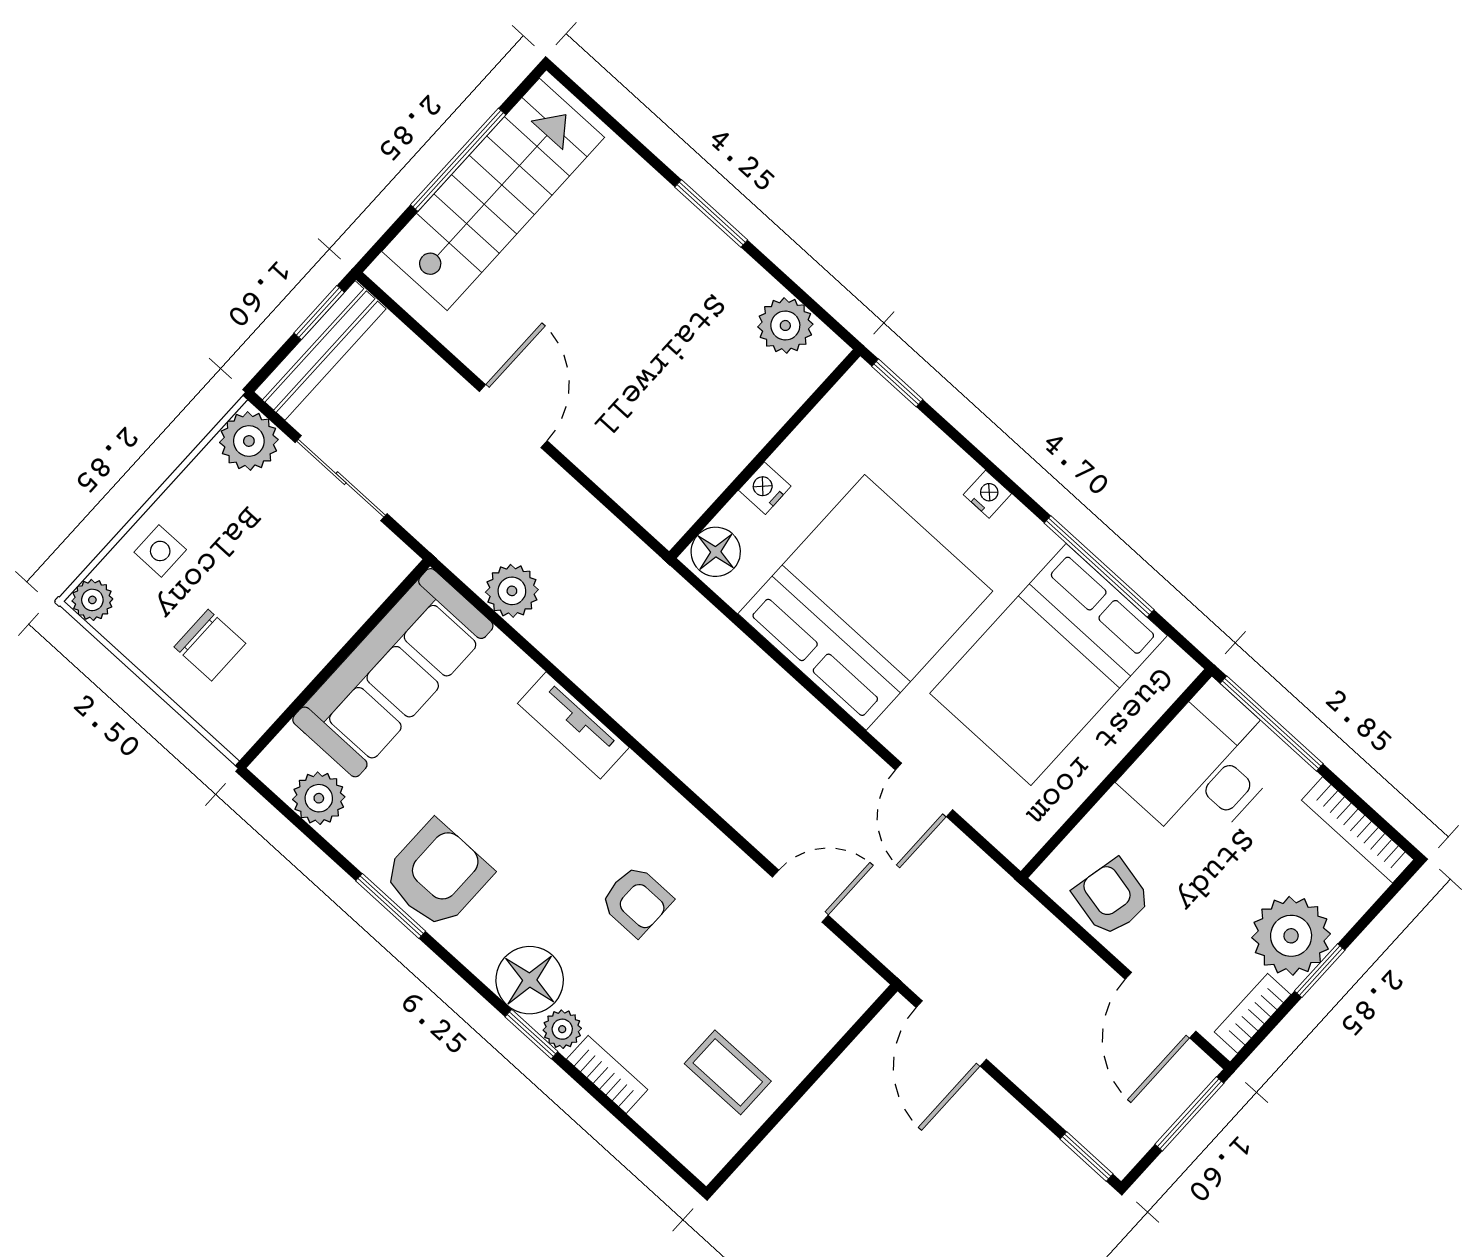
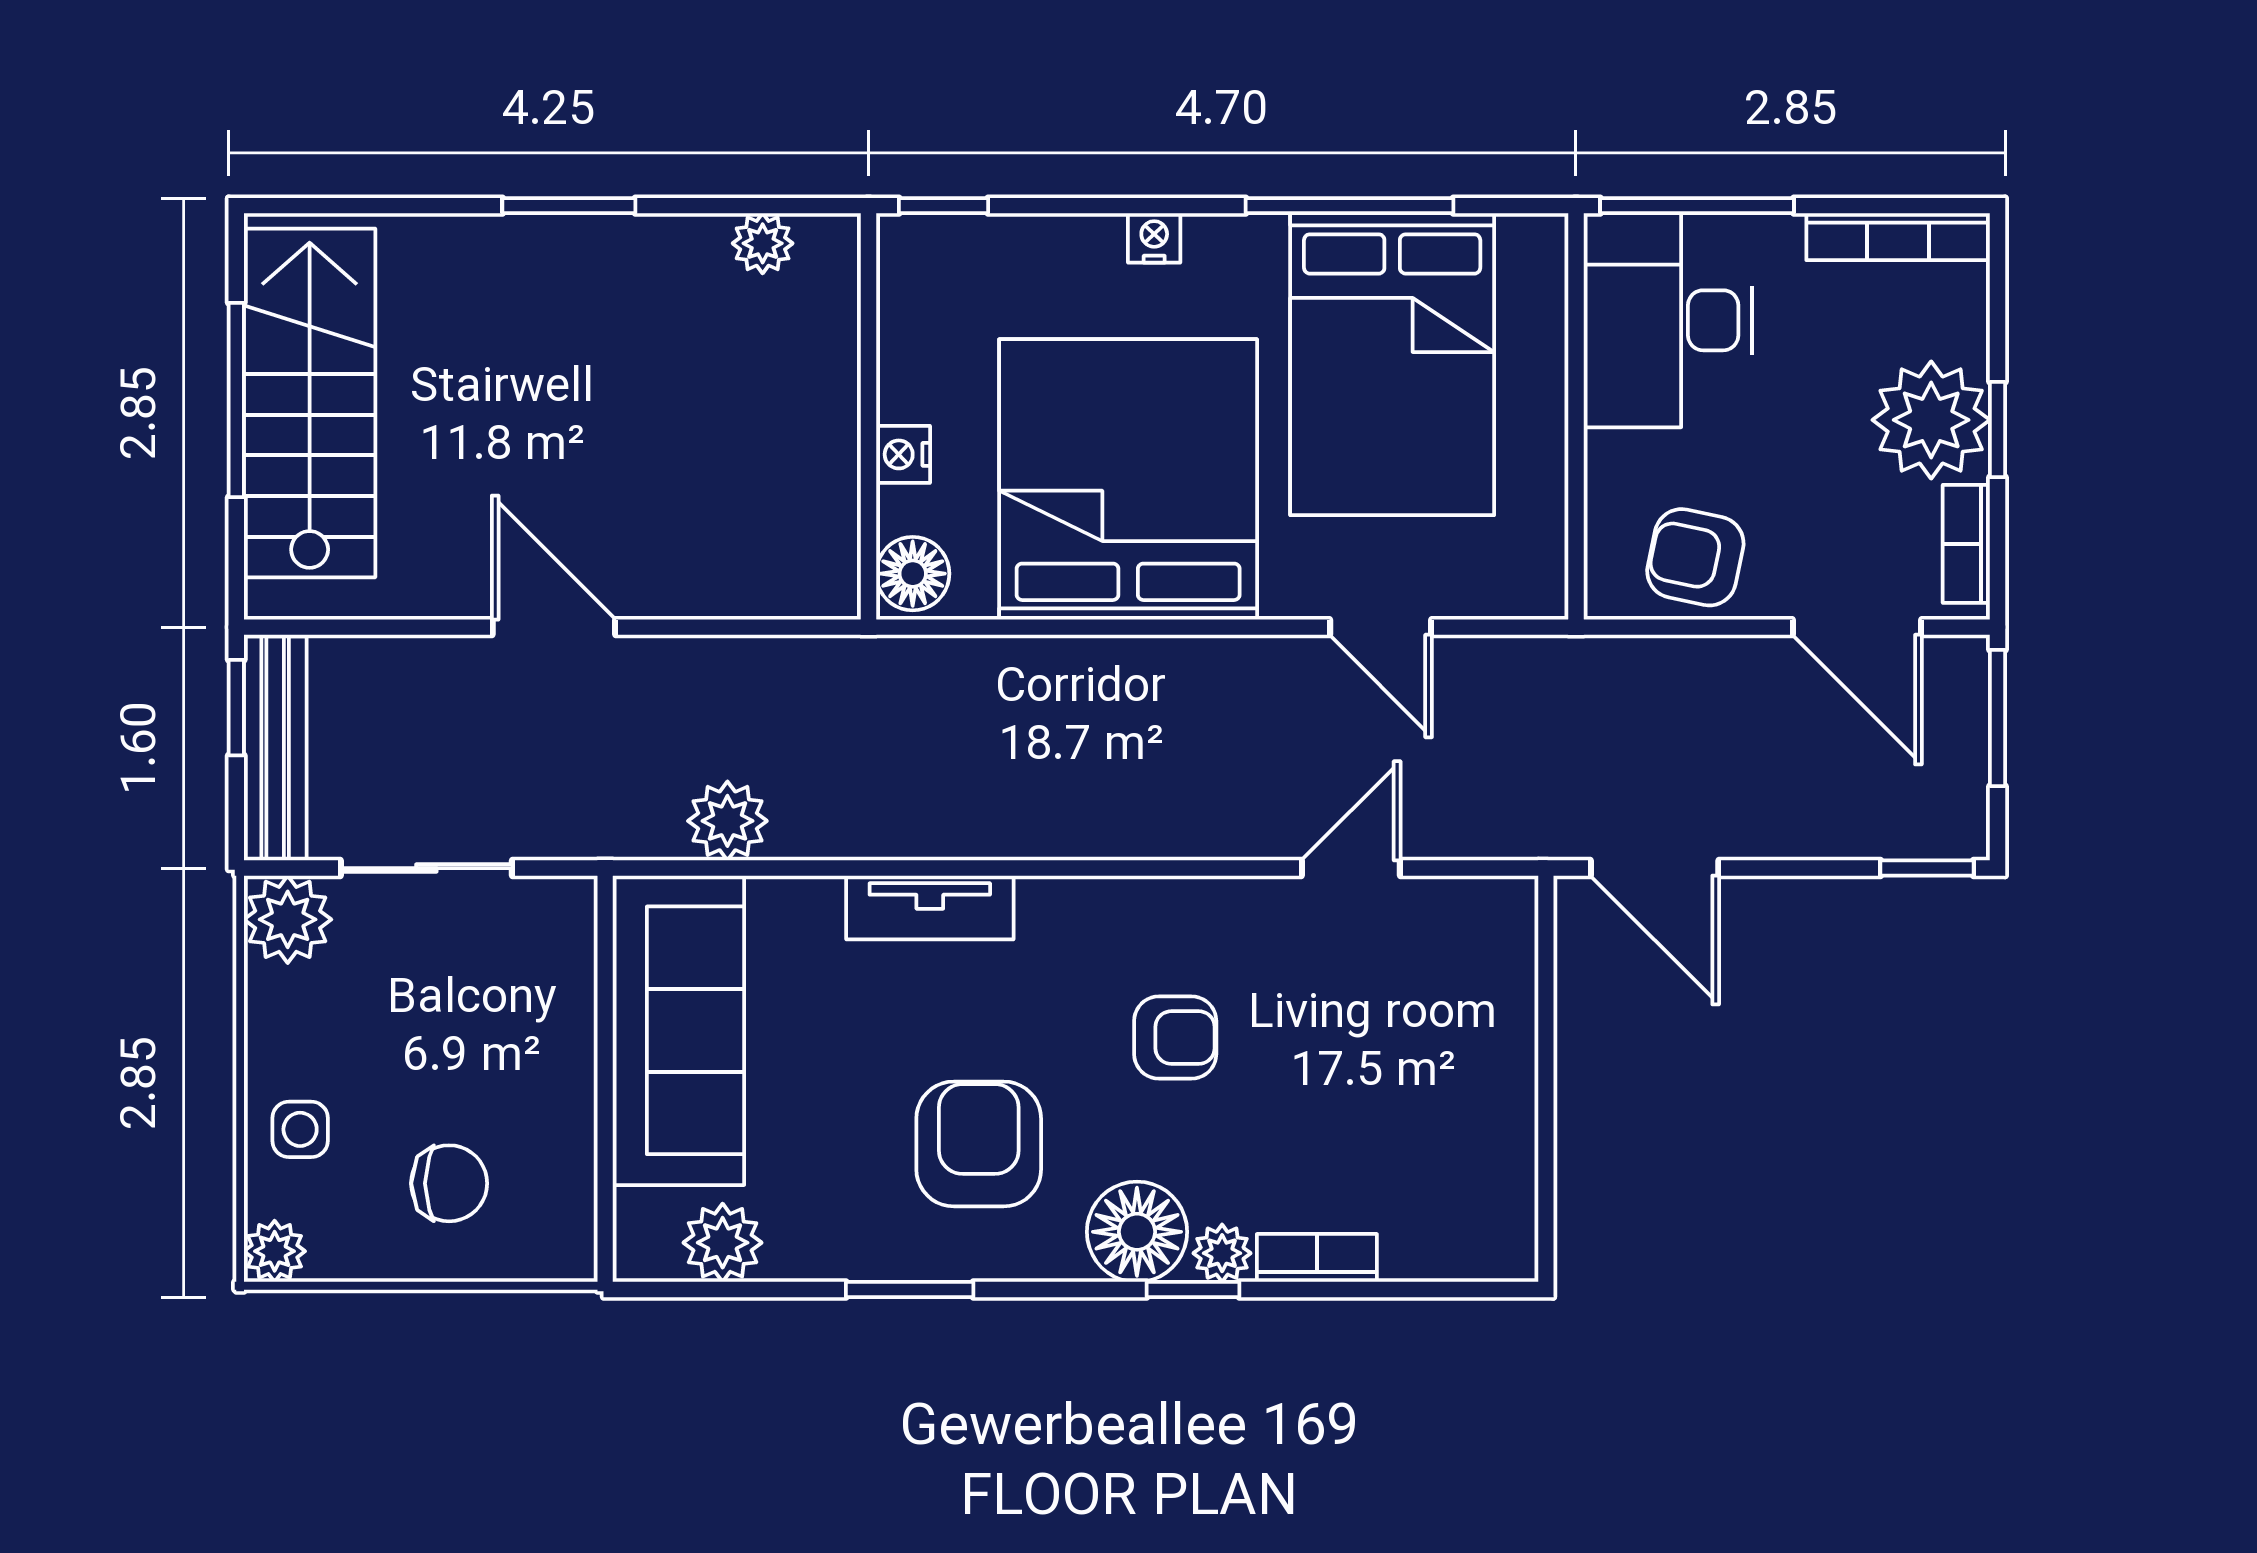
plant: (785, 325) -> (763, 243), width x0.73, depth x0.73
armchair: (437, 875) -> (979, 1144), moved
coffee table: (728, 1072) -> (1448, 1135), removed

